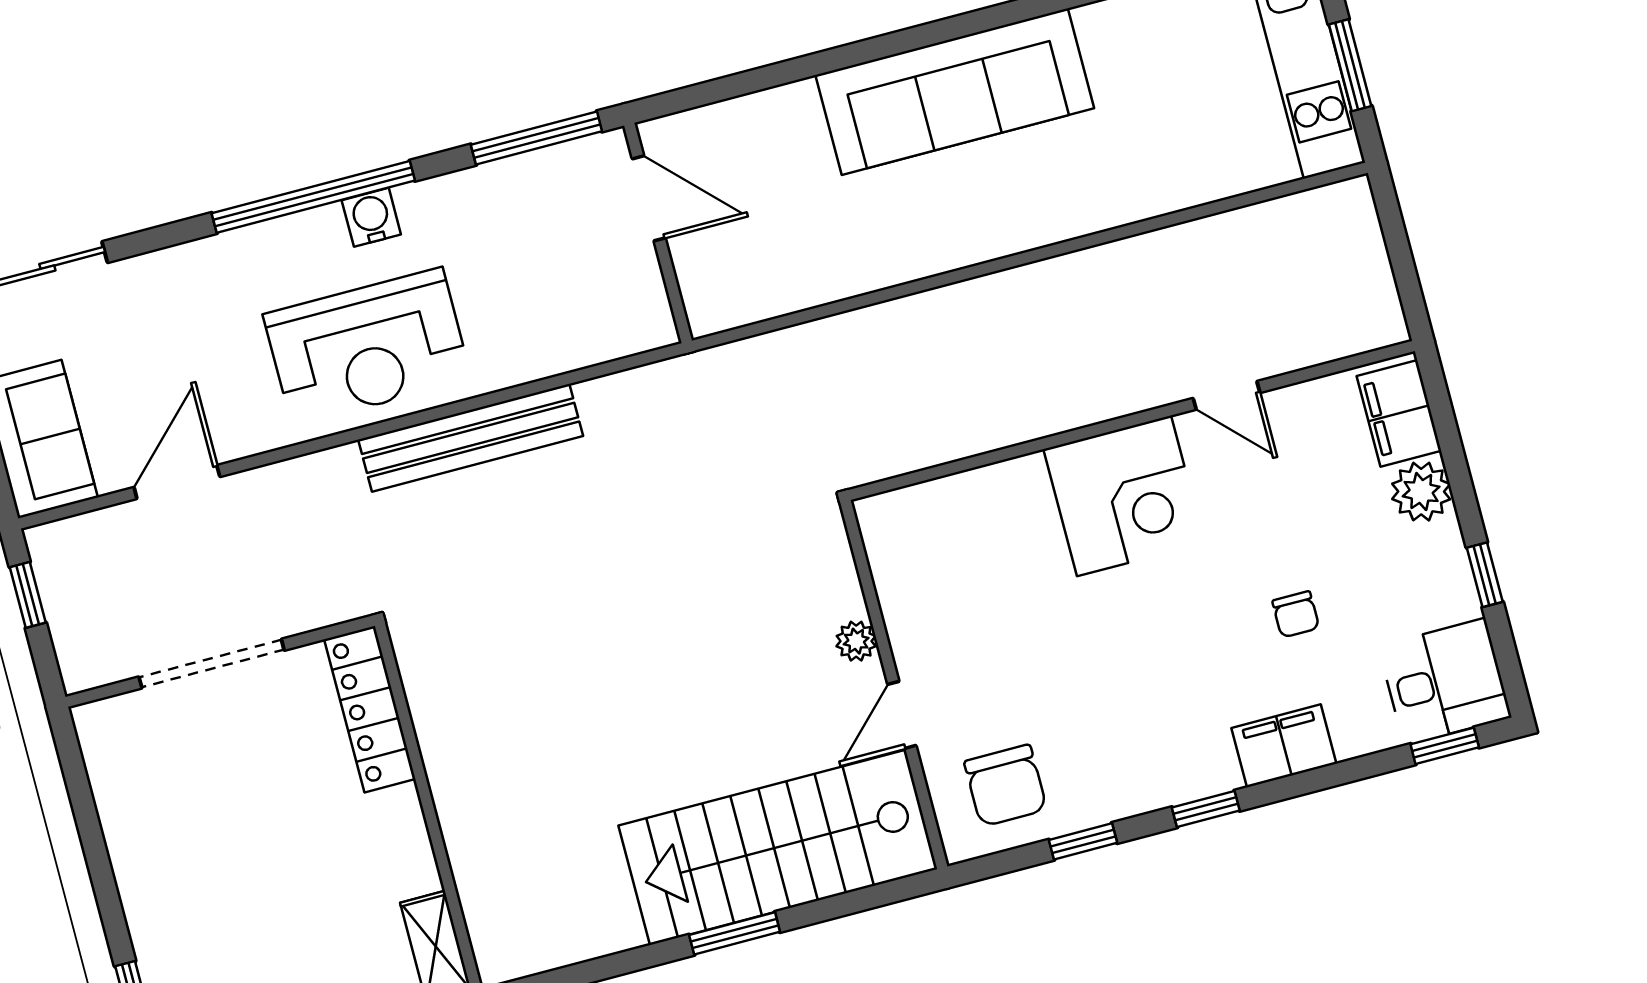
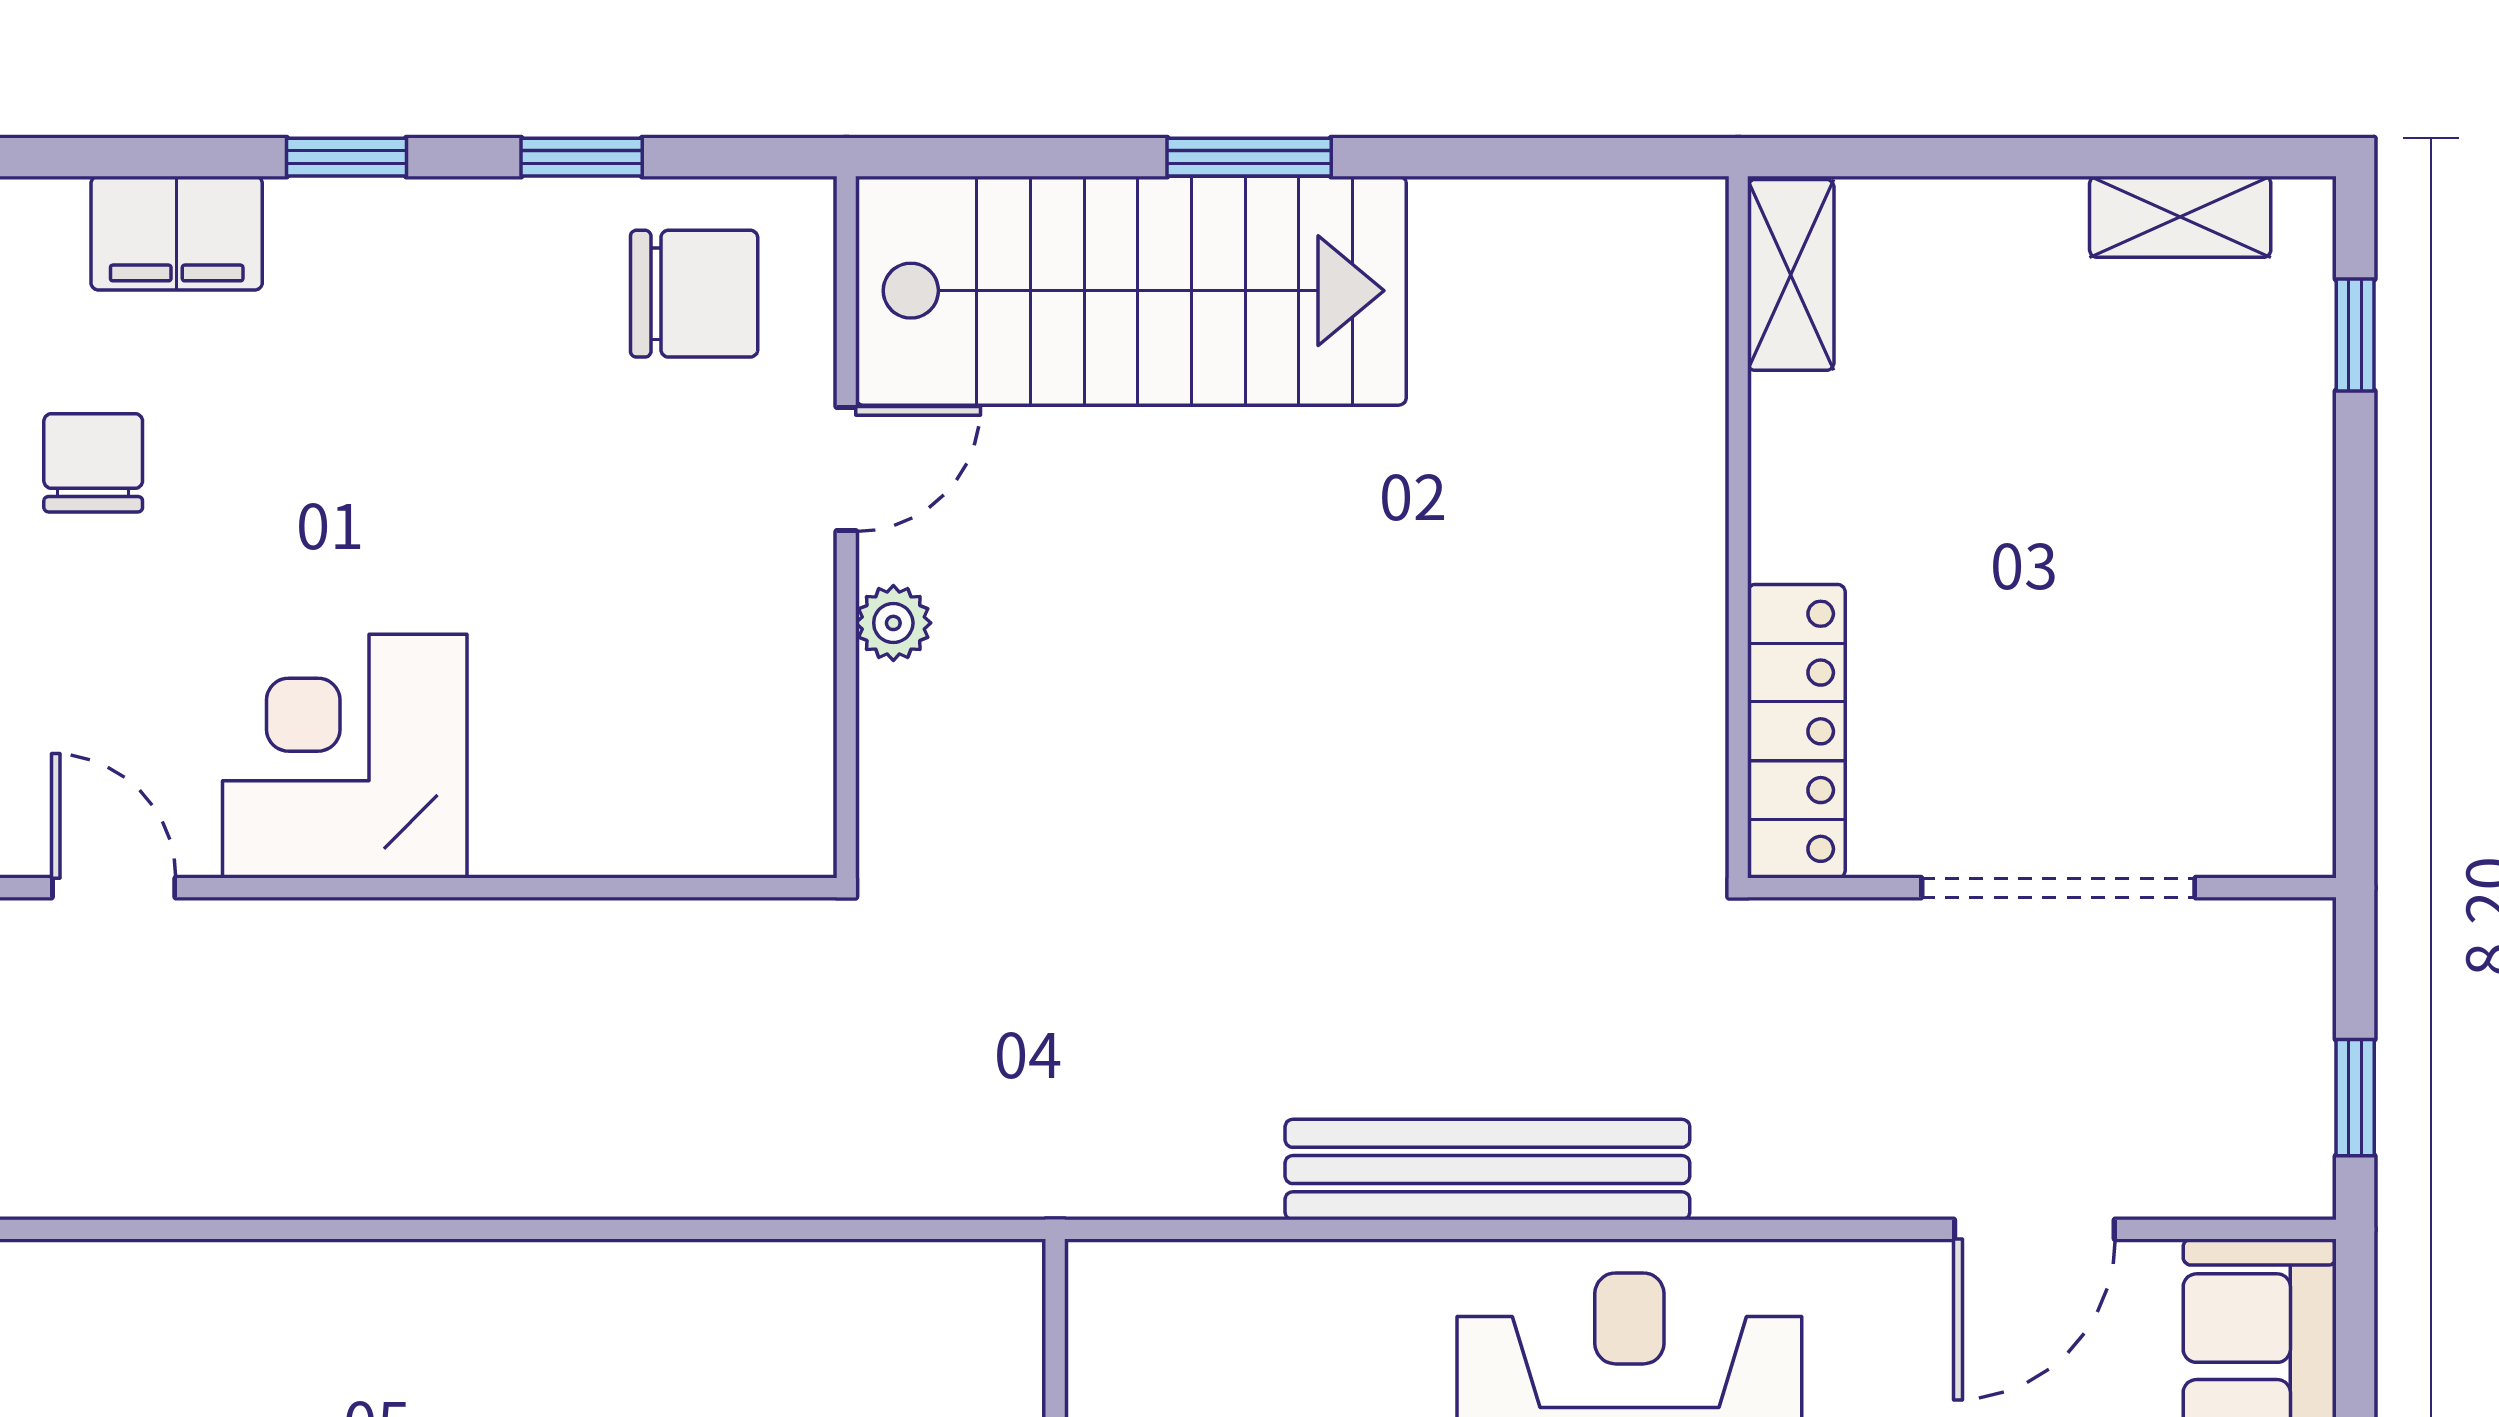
chair: (1296, 614) -> (93, 463), width x1.37, depth x1.37
chair: (1005, 786) -> (694, 294), turned 90

